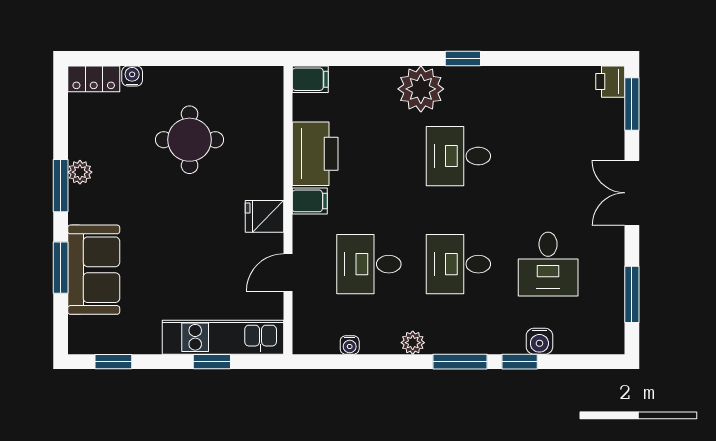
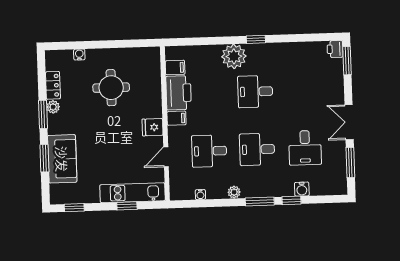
locker: (94, 79) -> (53, 85), moved, turned -90
filing cabinet: (310, 79) -> (175, 68), moved
double door: (632, 193) -> (349, 122), moved

